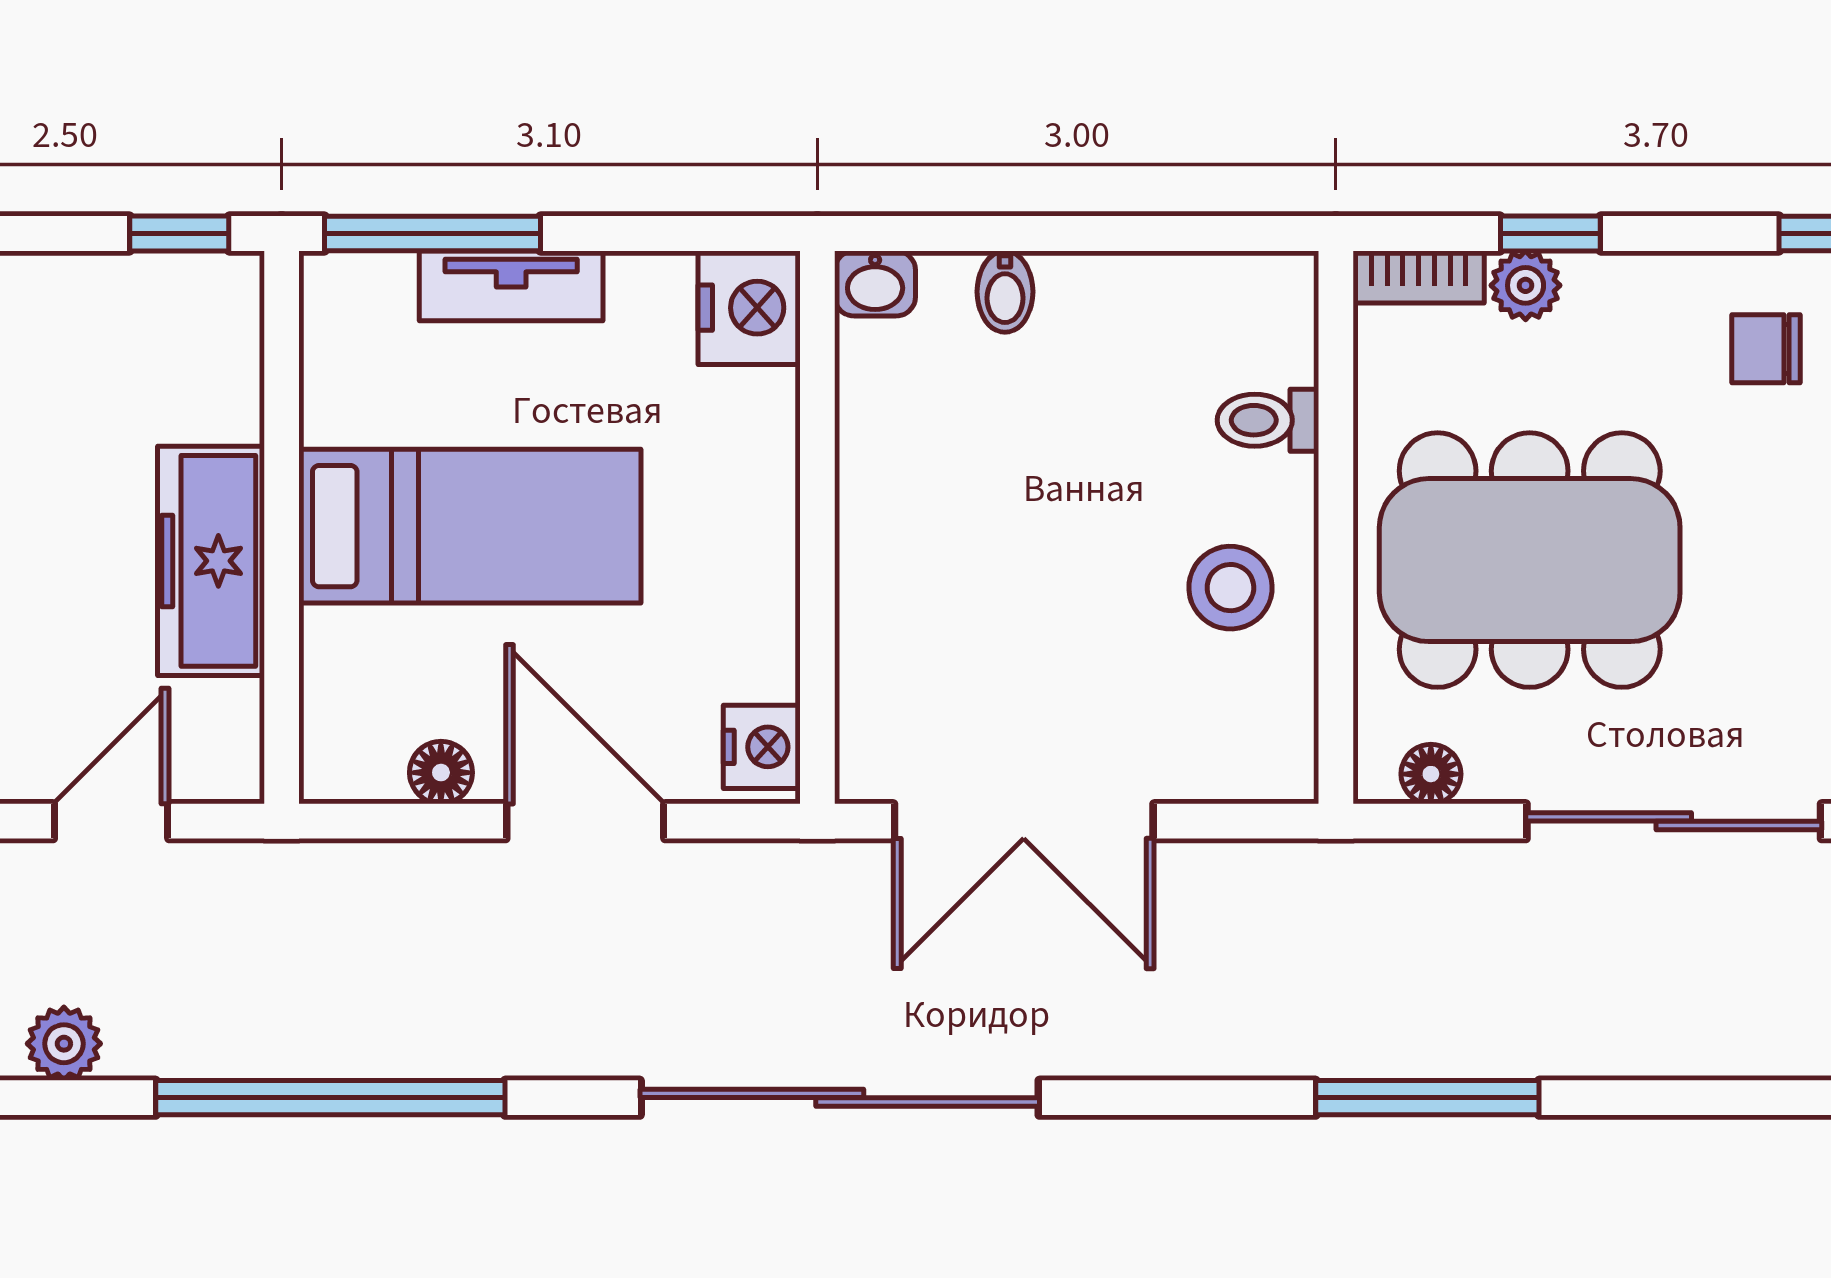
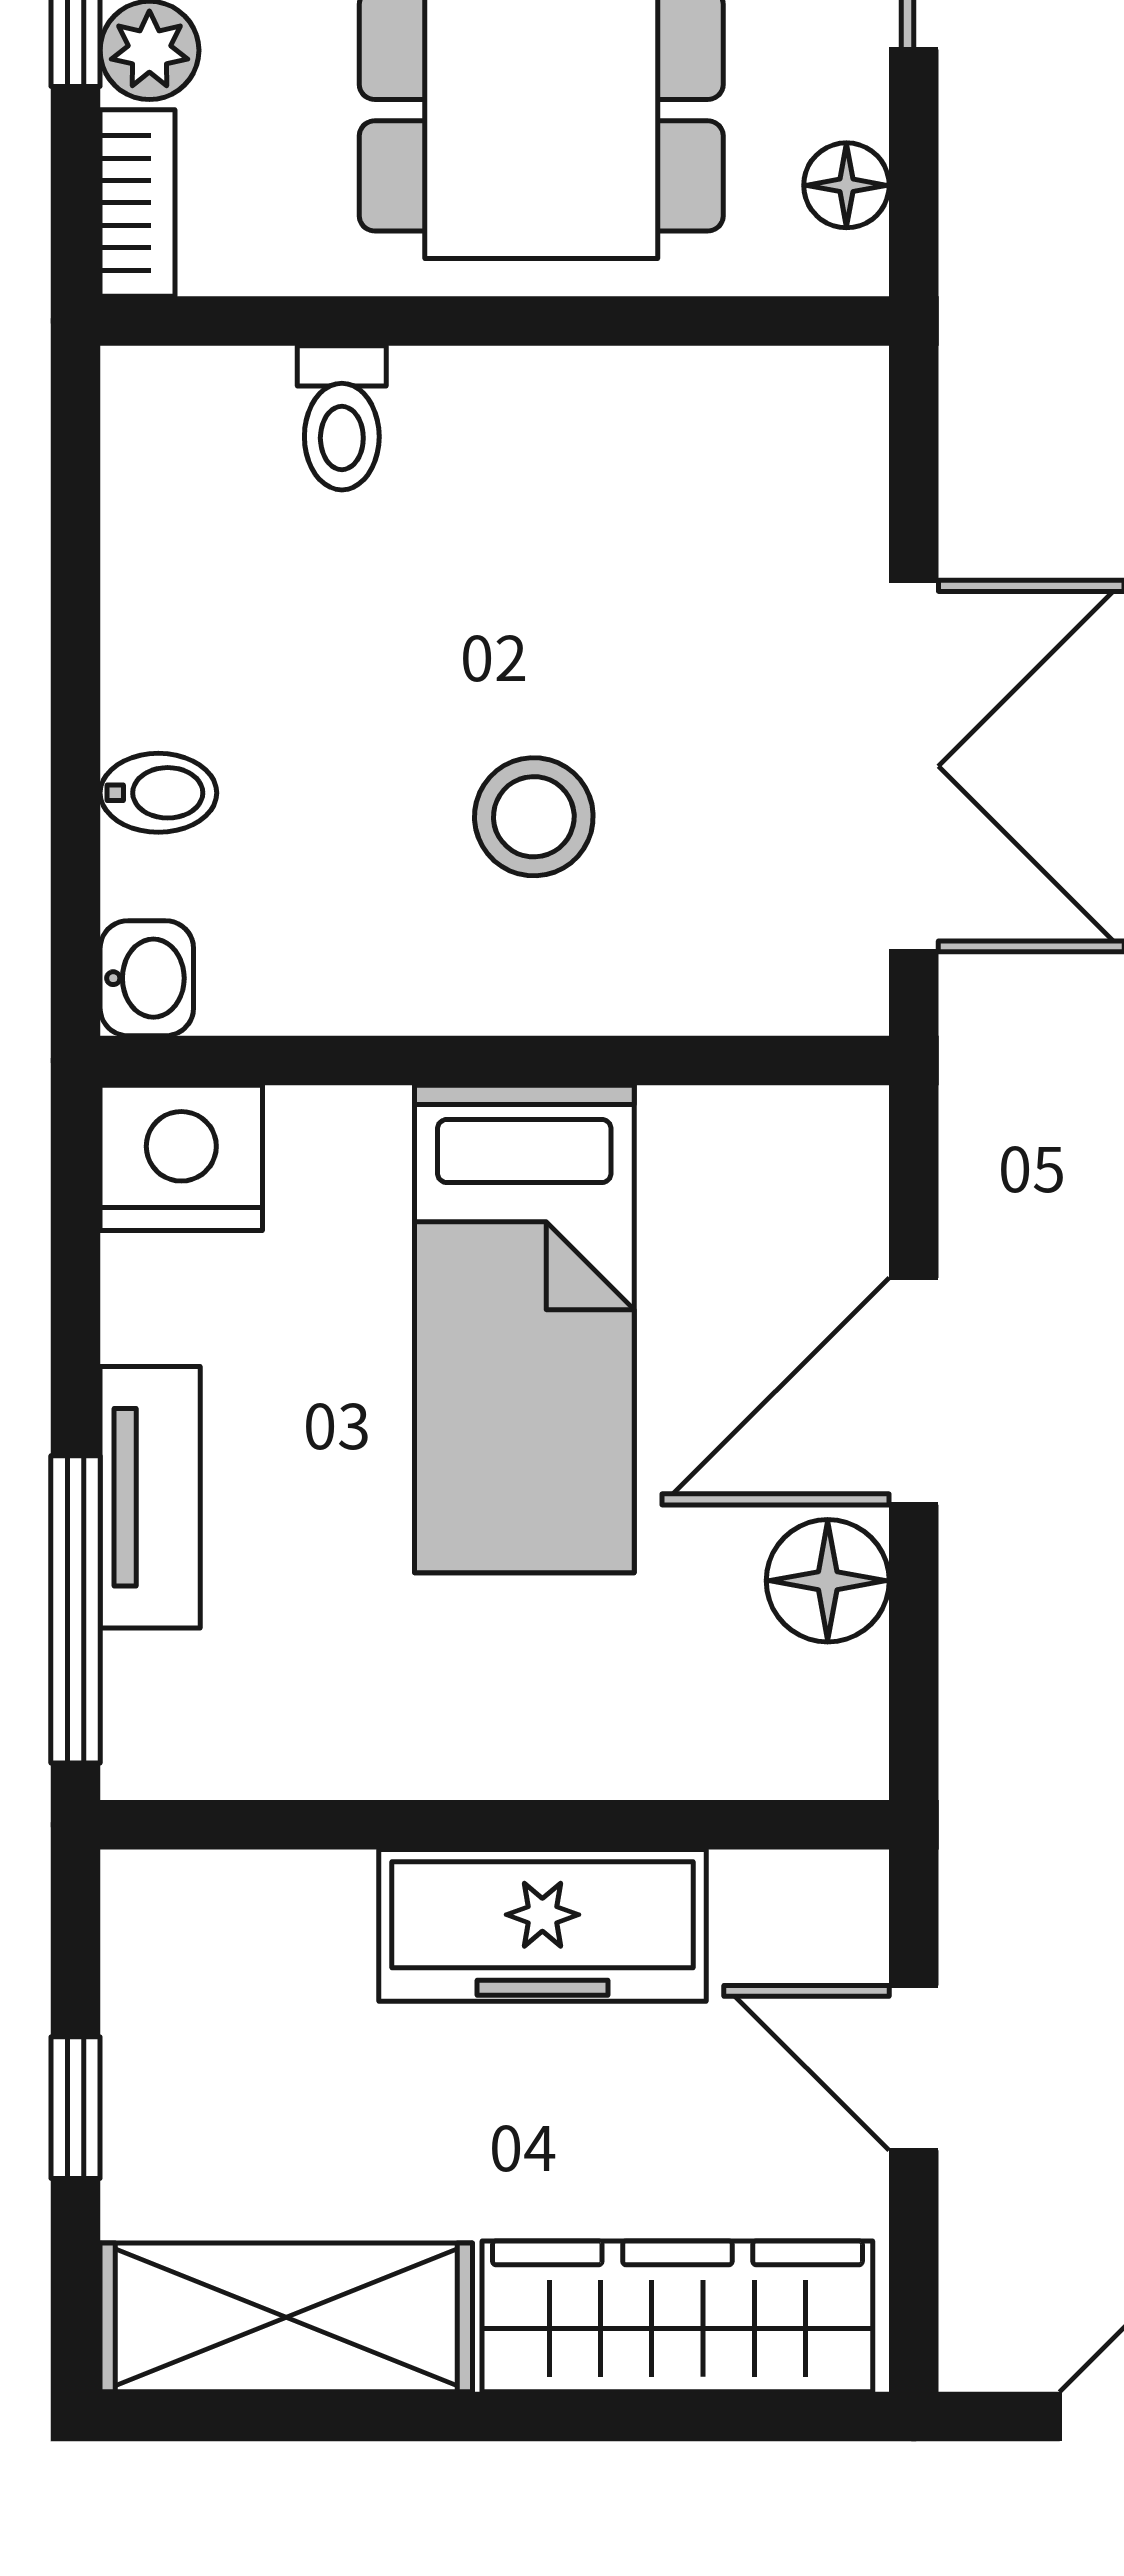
window: (179, 234) -> (76, 2108), moved
bed: (470, 526) -> (524, 1329), moved, turned 180
stool: (1230, 588) -> (534, 817), moved
nightstand: (762, 747) -> (808, 1140), removed
floor lamp: (441, 773) -> (828, 1581), width x1.37, depth x1.37

